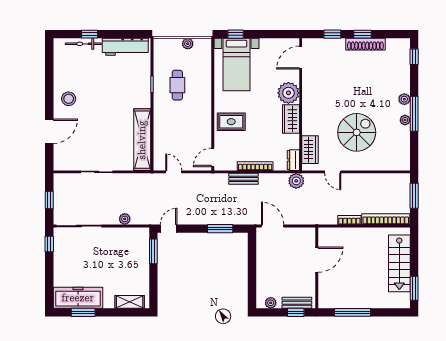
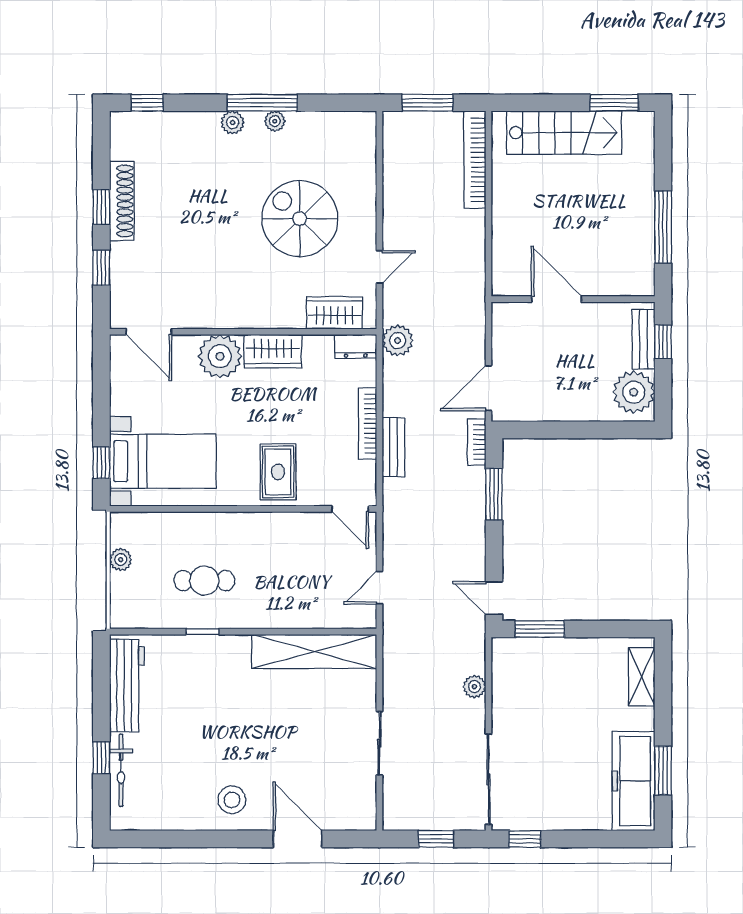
bookcase: (349, 220) -> (477, 442), moved
plant: (271, 303) -> (634, 392), width x1.87, depth x1.87

